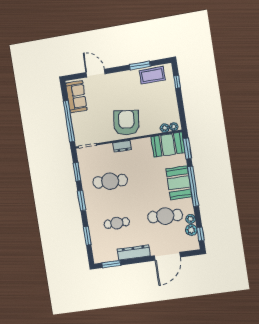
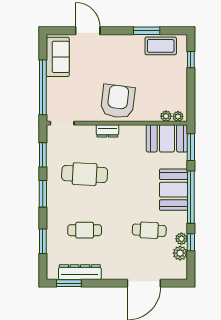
cafe table: (165, 216) -> (149, 230), width x0.73, depth x0.74
window: (200, 234) -> (191, 242), moved
dresser: (134, 253) -> (80, 272), moved

